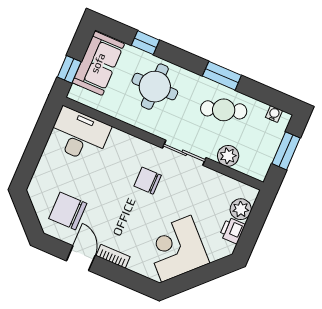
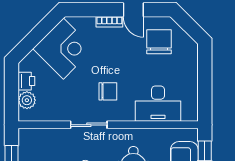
desk: (79, 135) -> (158, 104), moved
plant: (228, 156) -> (54, 137), removed
chair: (68, 211) -> (159, 42), turned -90

